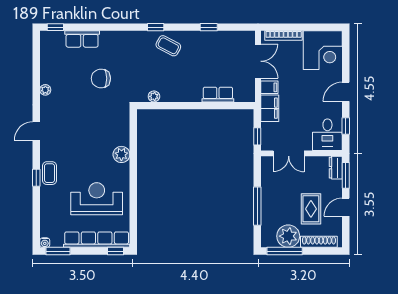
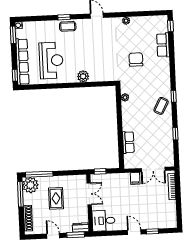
corner desk: (323, 50) -> (163, 215), removed
filing cabinet: (270, 108) -> (120, 179), removed
window: (346, 126) -> (152, 231), moved
double door: (289, 153) -> (89, 194), swing flipped
window: (257, 206) -> (39, 174), moved
rug: (311, 209) -> (56, 198), moved, turned 90
plant: (288, 236) -> (30, 185), moved

